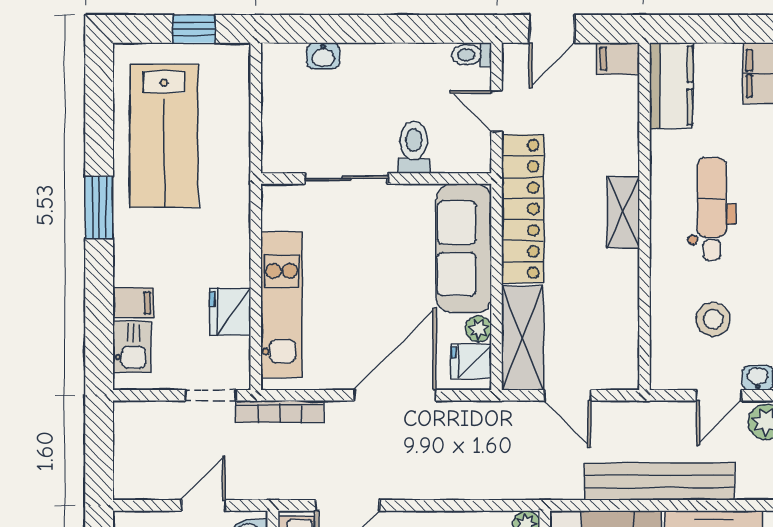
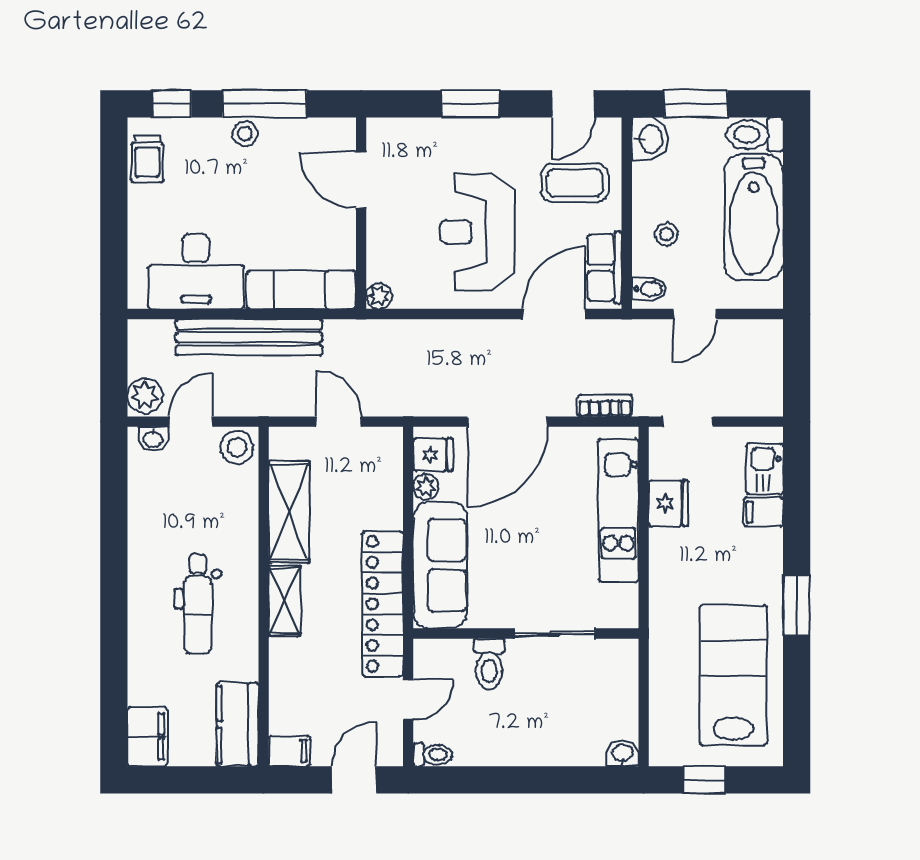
washbasin: (323, 56) -> (623, 753), moved
door: (497, 111) -> (408, 699), hinge flipped
stool: (713, 319) -> (237, 447), moved
shelving: (523, 338) -> (289, 512), moved
bookcase: (280, 412) -> (605, 406), width x0.64

